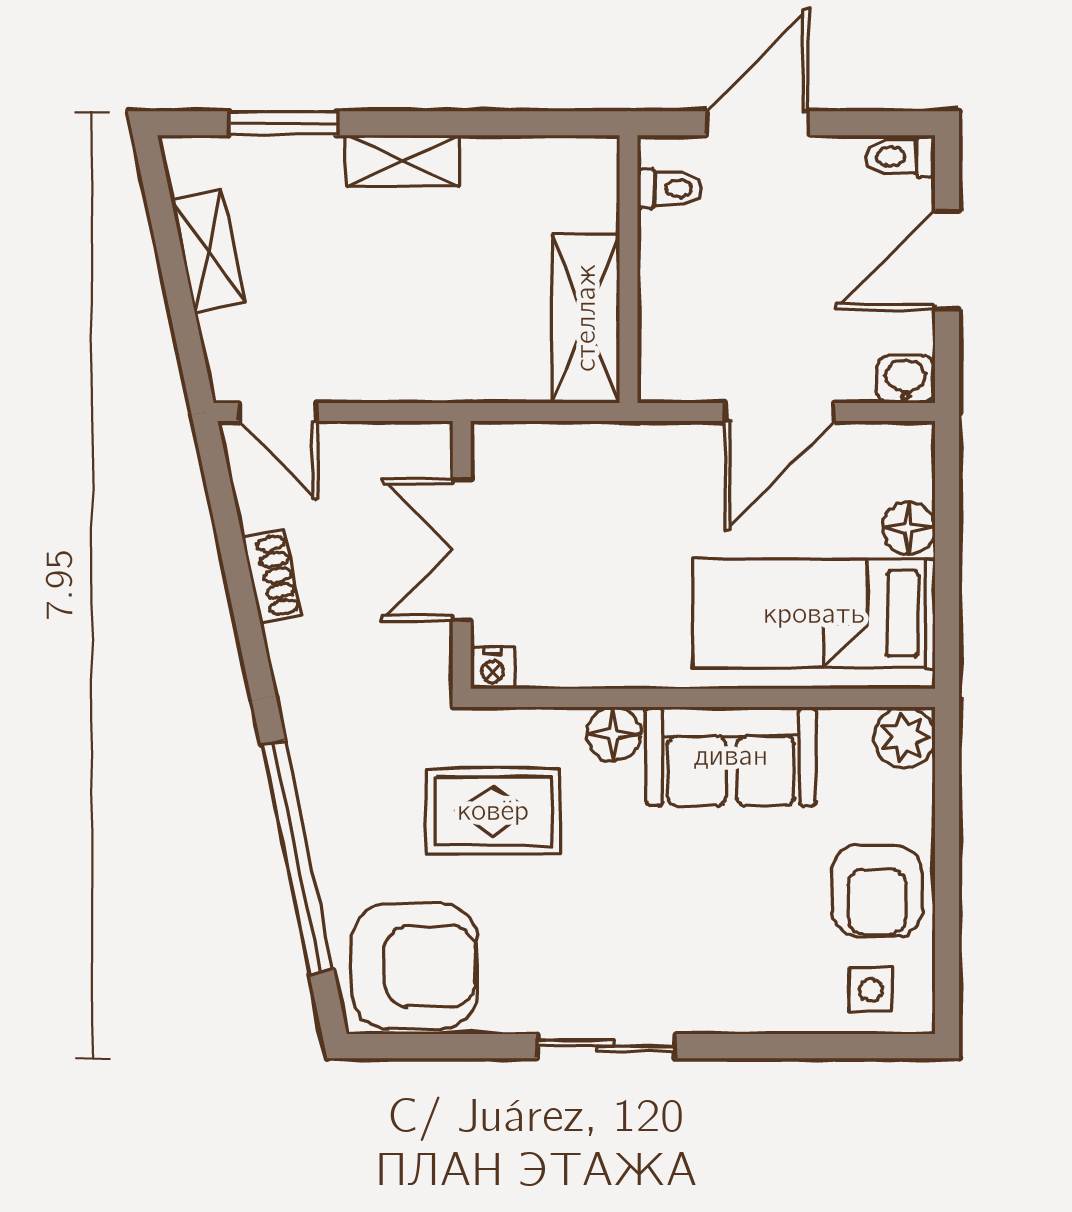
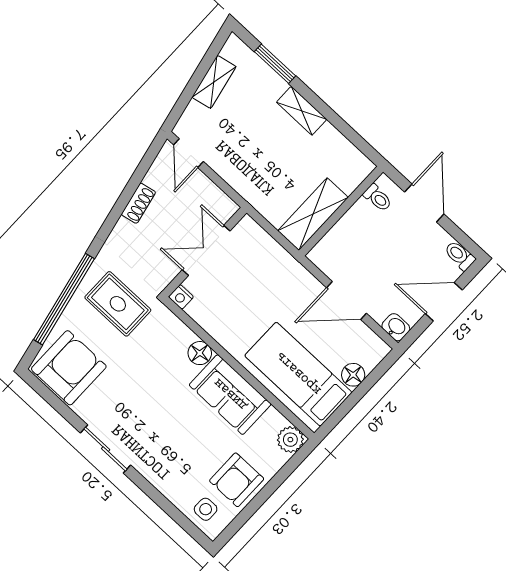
door: (757, 123) -> (424, 203), hinge flipped
rug: (493, 811) -> (118, 304), moved
armchair: (414, 966) -> (69, 368), turned -90

